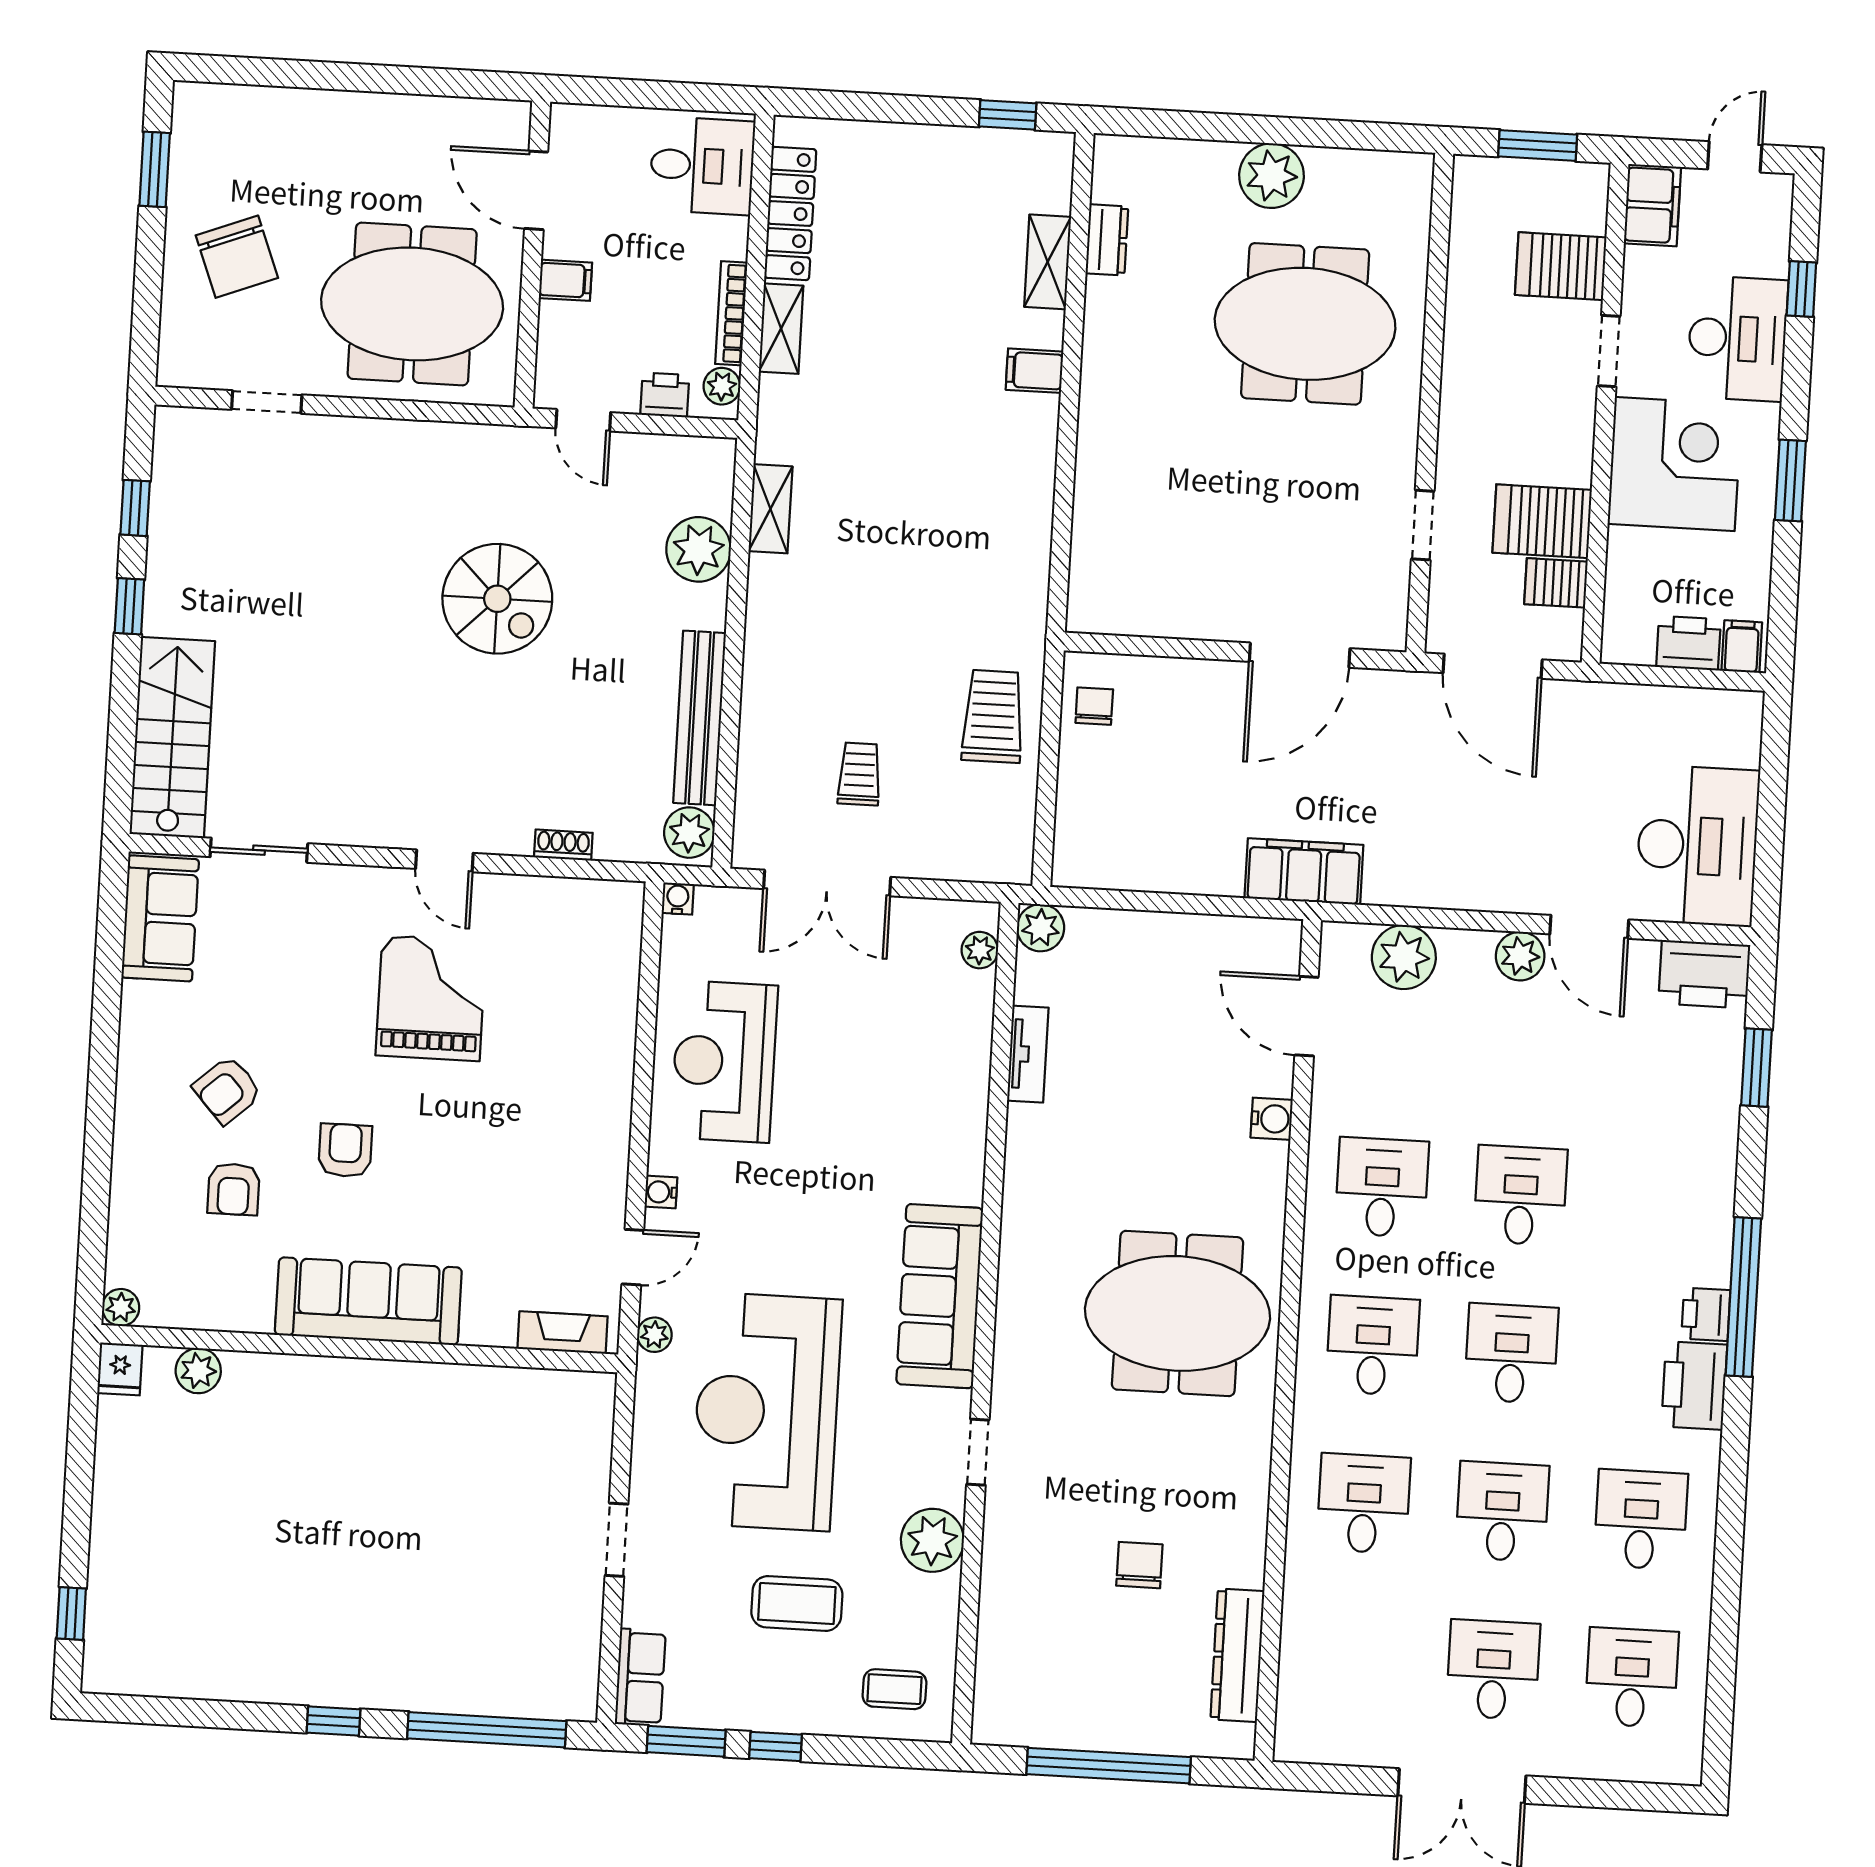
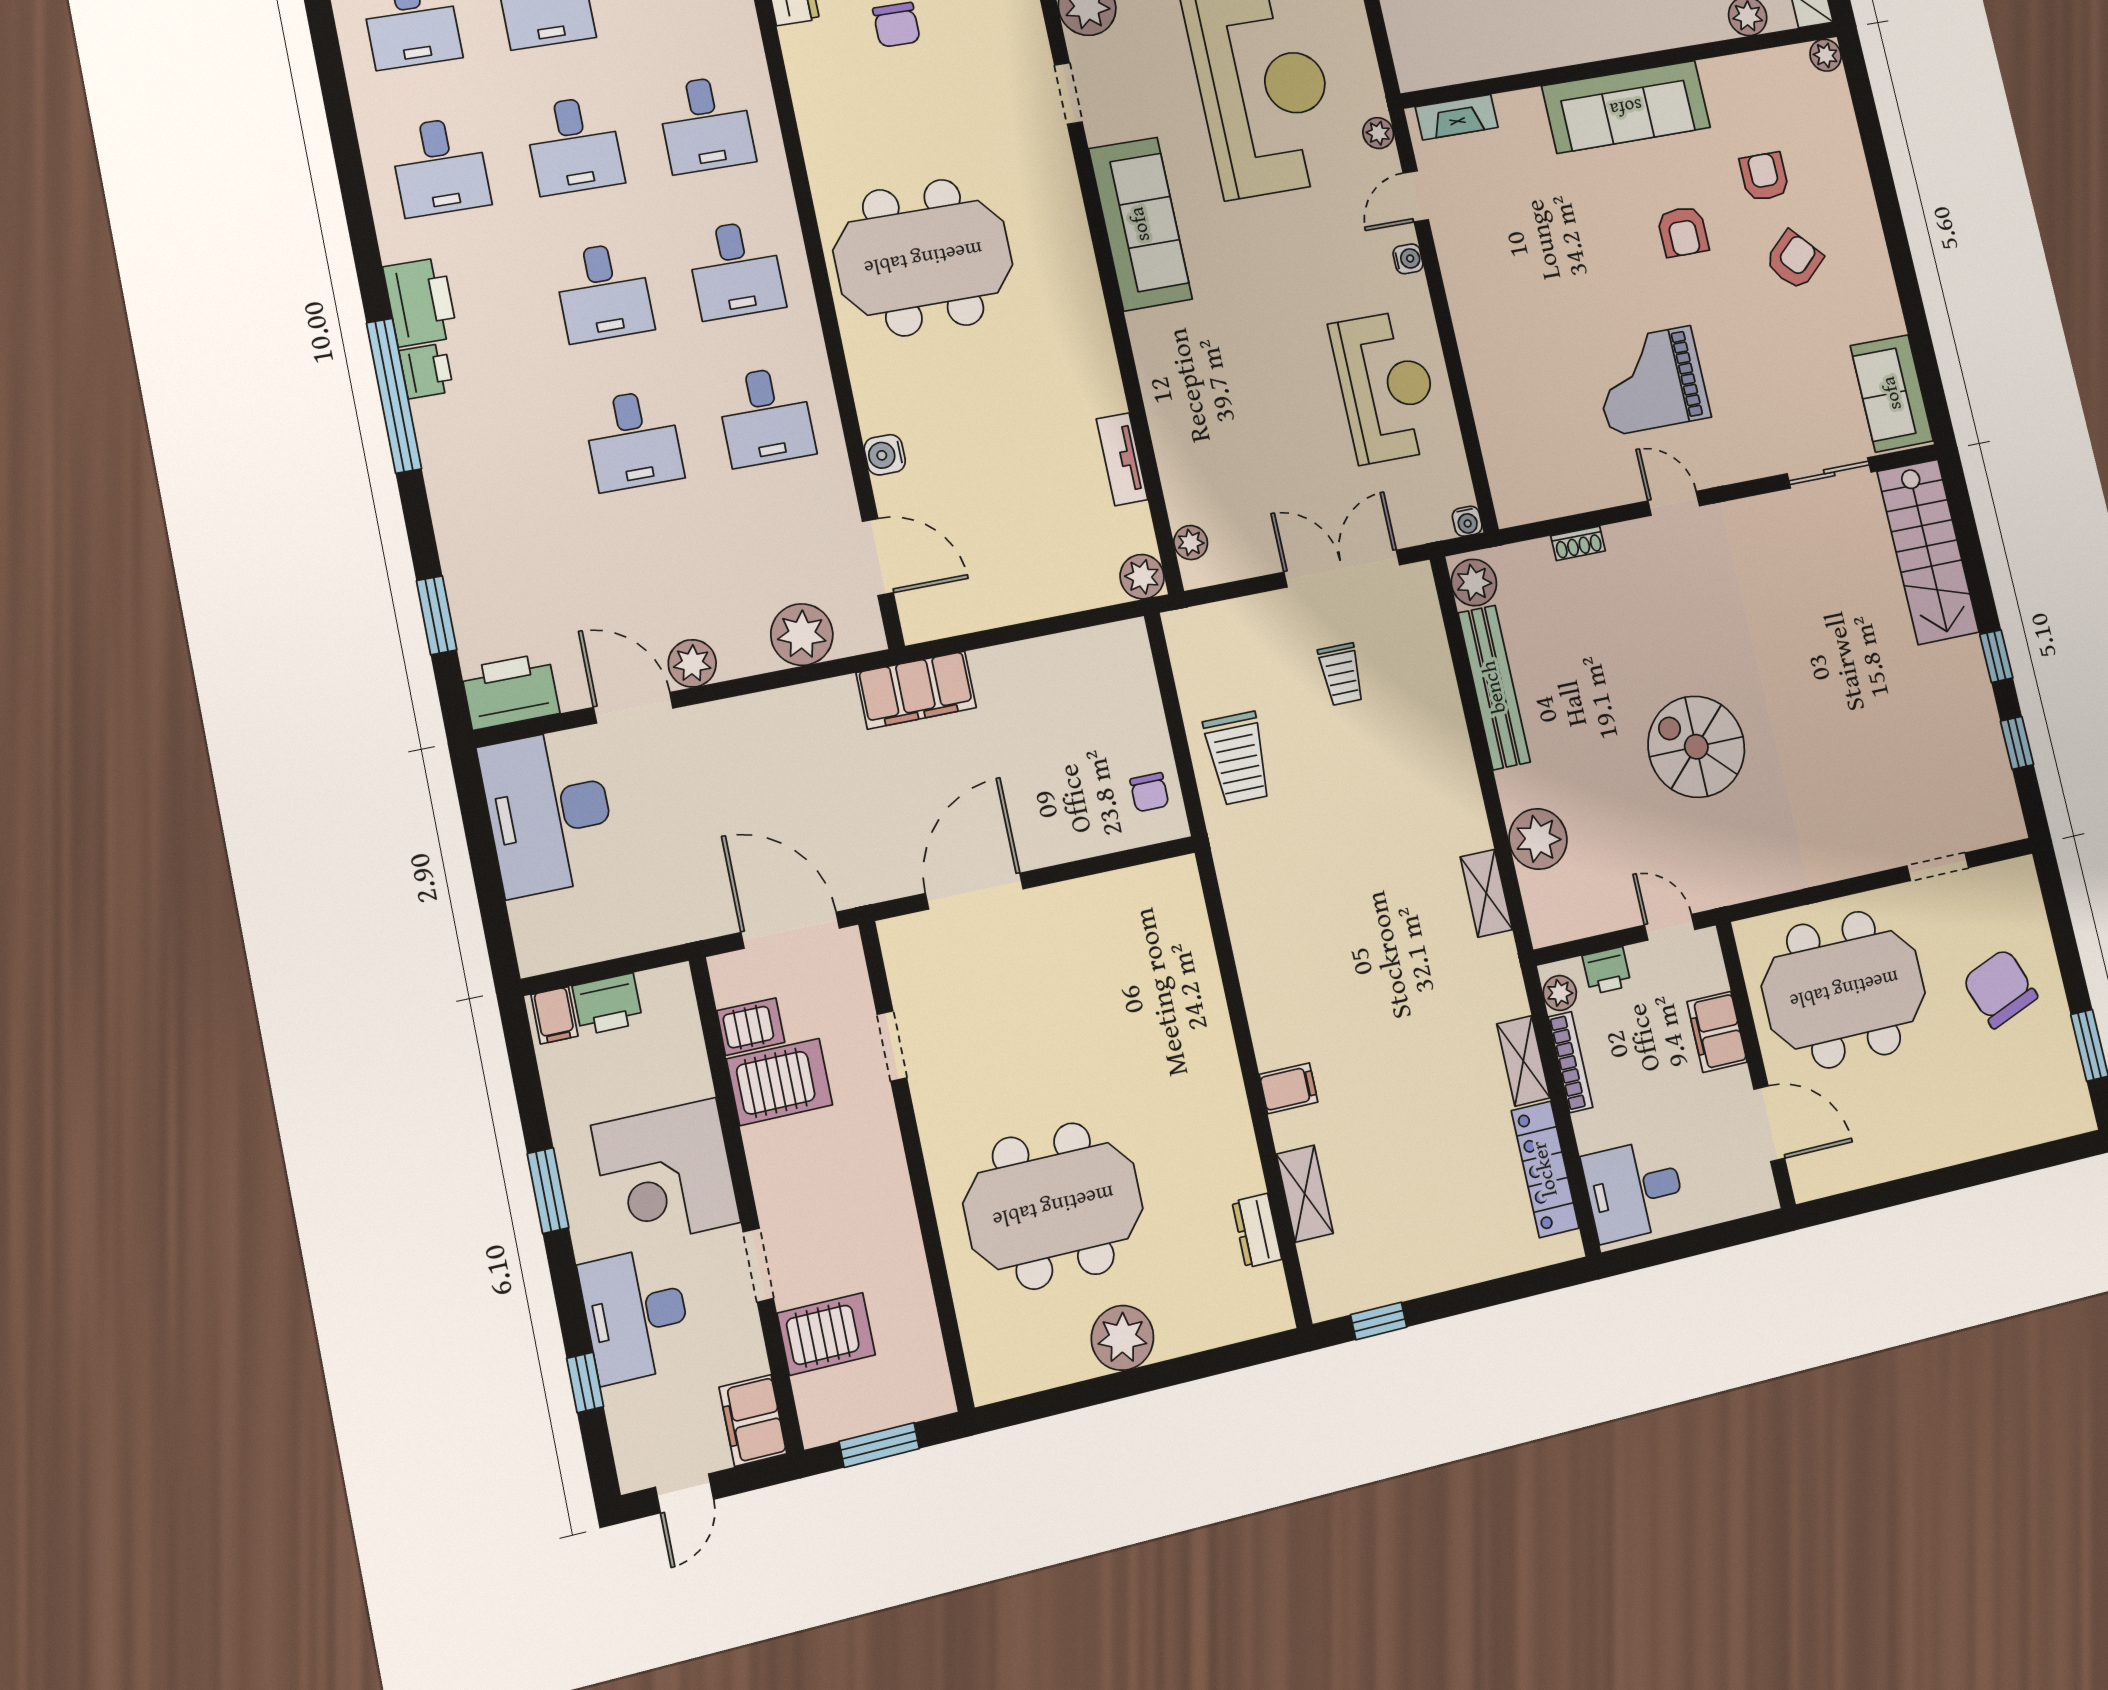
filing cabinet: (565, 280) -> (1717, 1032), width x2.00
grand piano: (431, 998) -> (1650, 381), turned 90

